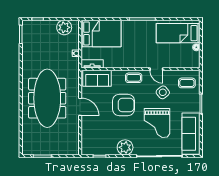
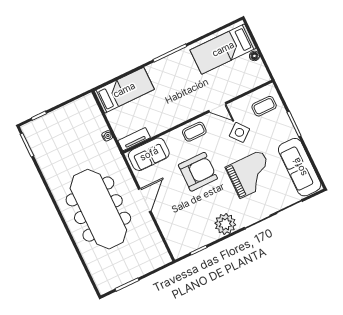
plant: (64, 27) -> (77, 110), removed
bed: (101, 33) -> (124, 90), width x0.67
door: (80, 107) -> (145, 200), hinge flipped
grand piano: (157, 123) -> (251, 174), turned -90

